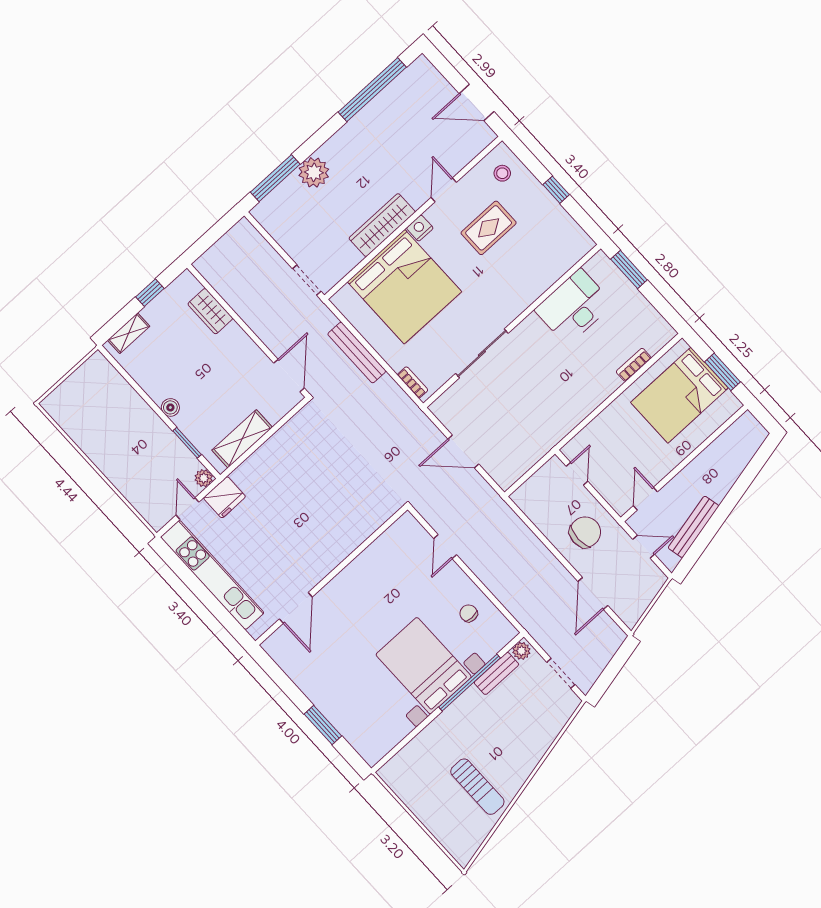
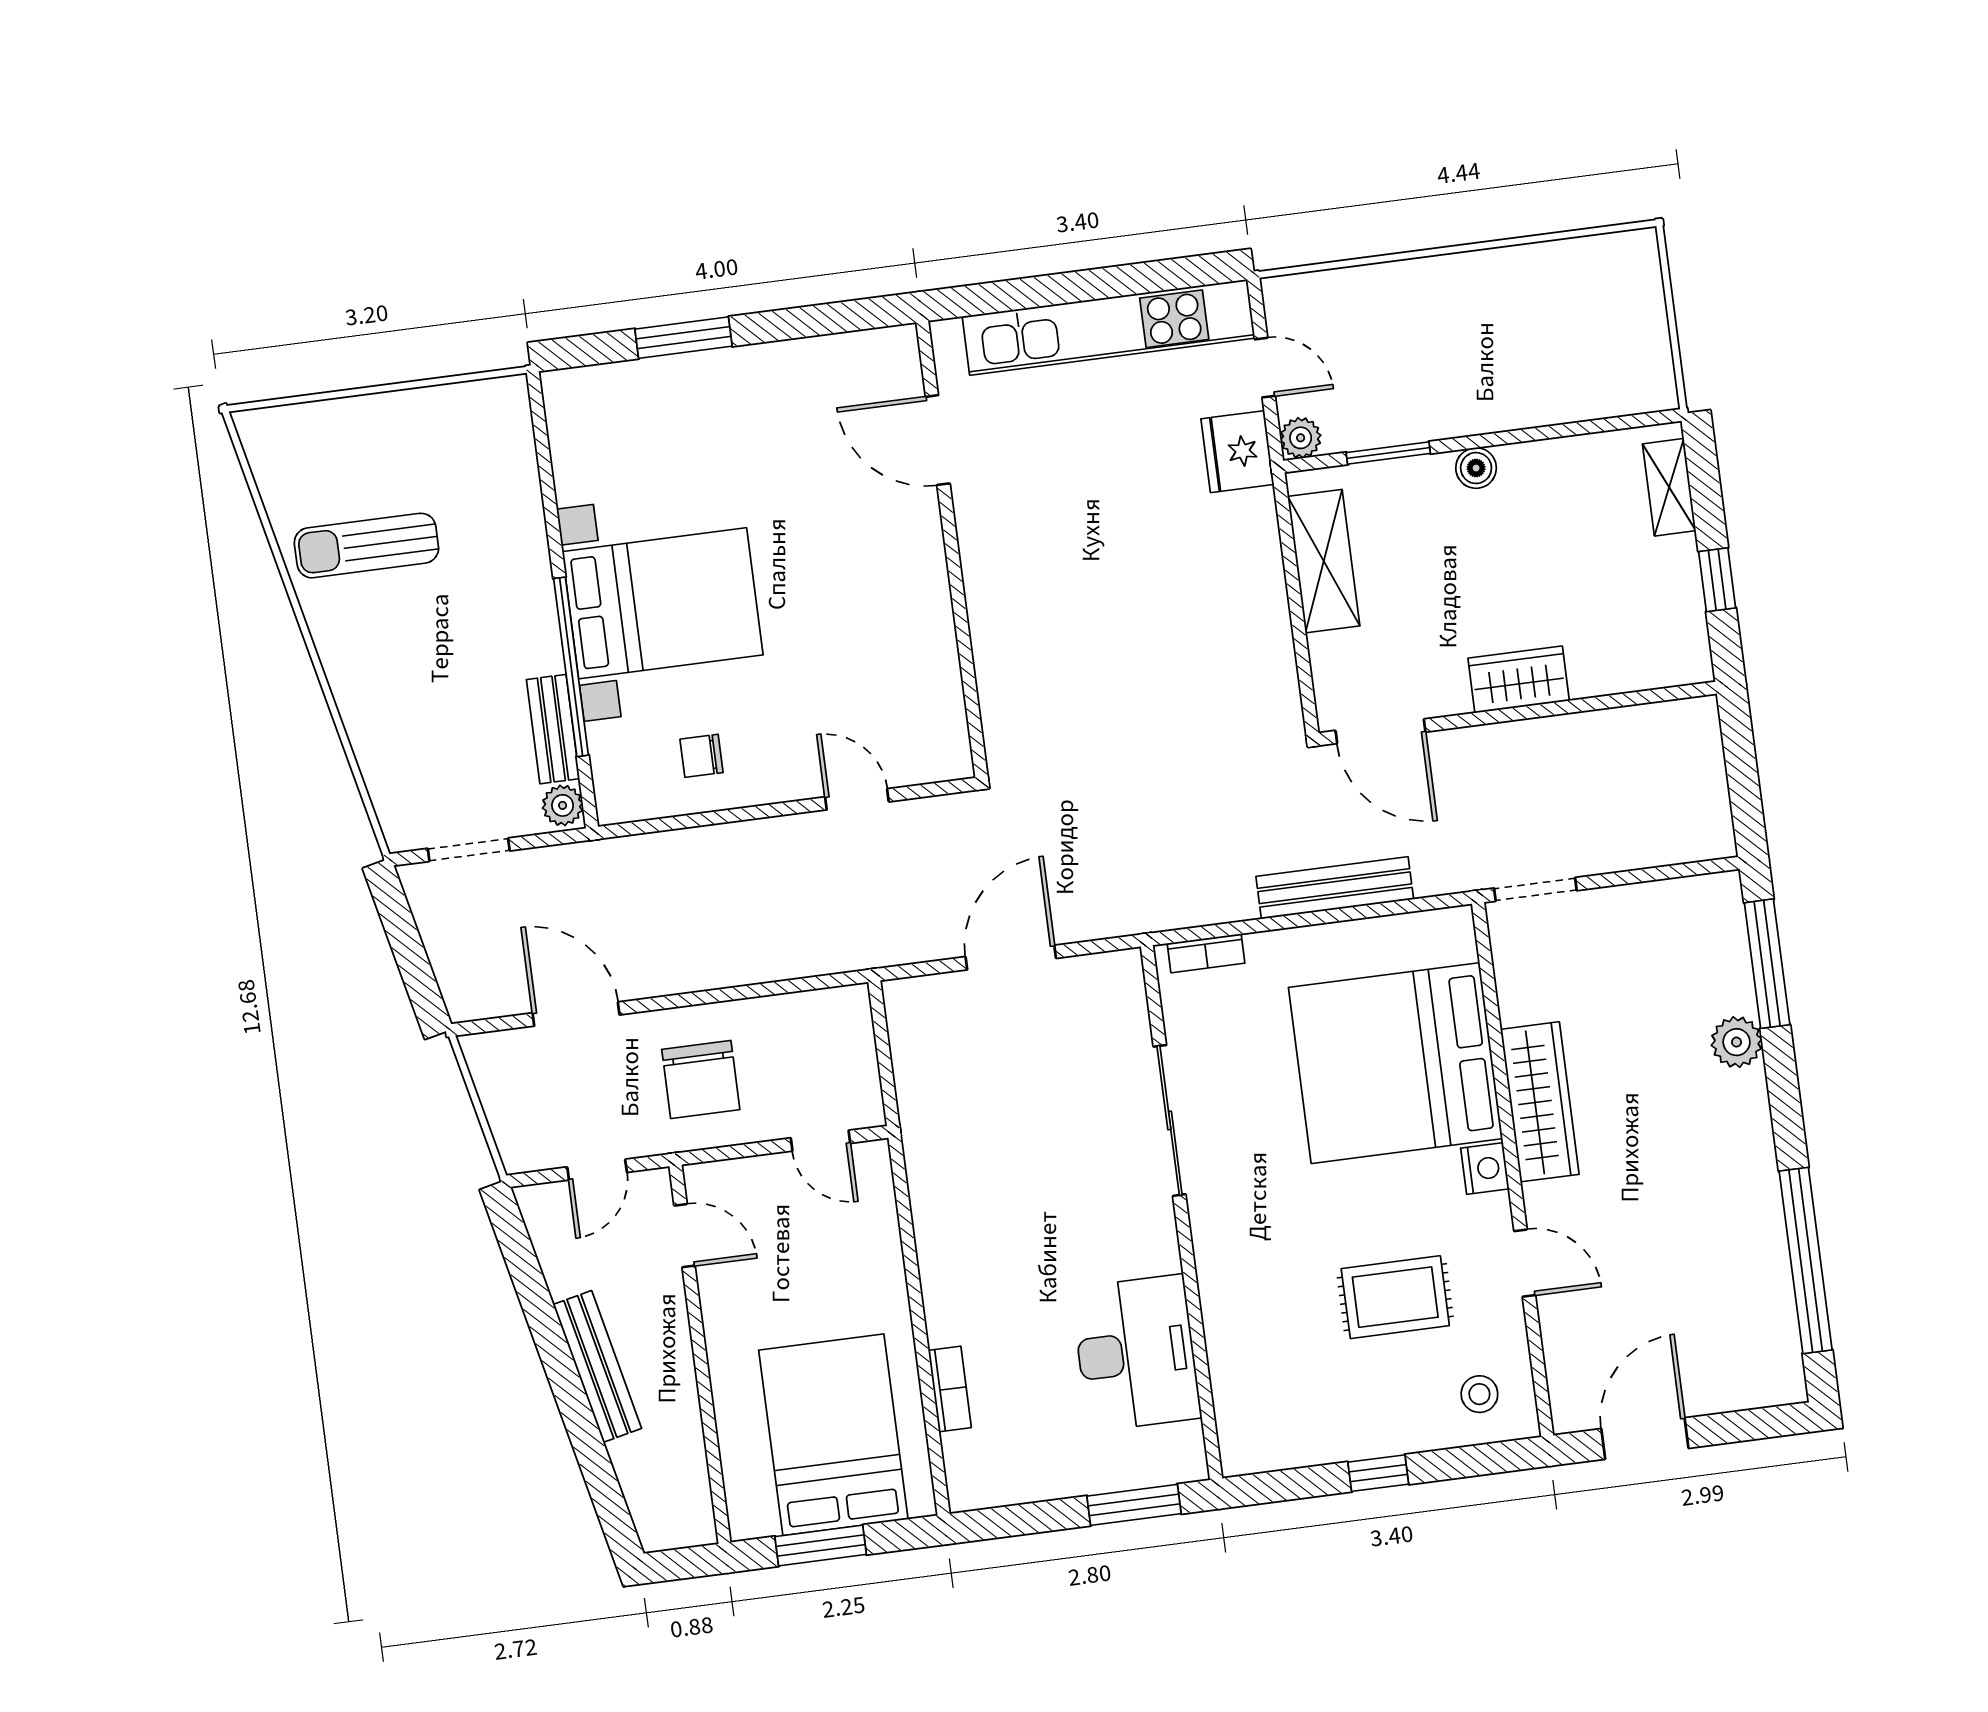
plant: (314, 172) -> (1737, 1042), width x0.73, depth x0.73
rug: (489, 228) -> (1395, 1297), turned 90
wardrobe: (210, 311) -> (1519, 679), moved
bench: (693, 527) -> (597, 1366), moved
chair: (469, 613) -> (702, 756), turned 180

